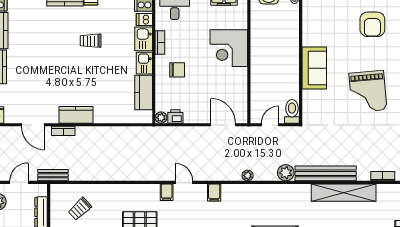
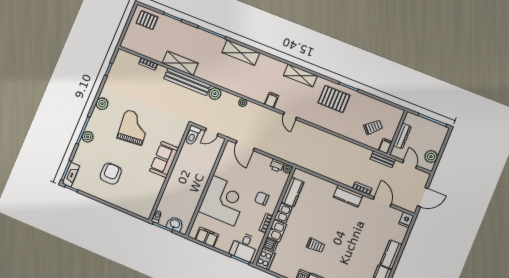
corner desk: (229, 48) -> (223, 201), width x1.36, depth x1.36
door: (19, 182) -> (410, 164), swing flipped
filing cabinet: (167, 192) -> (385, 146), moved
shelving: (344, 193) -> (180, 63), width x0.68

